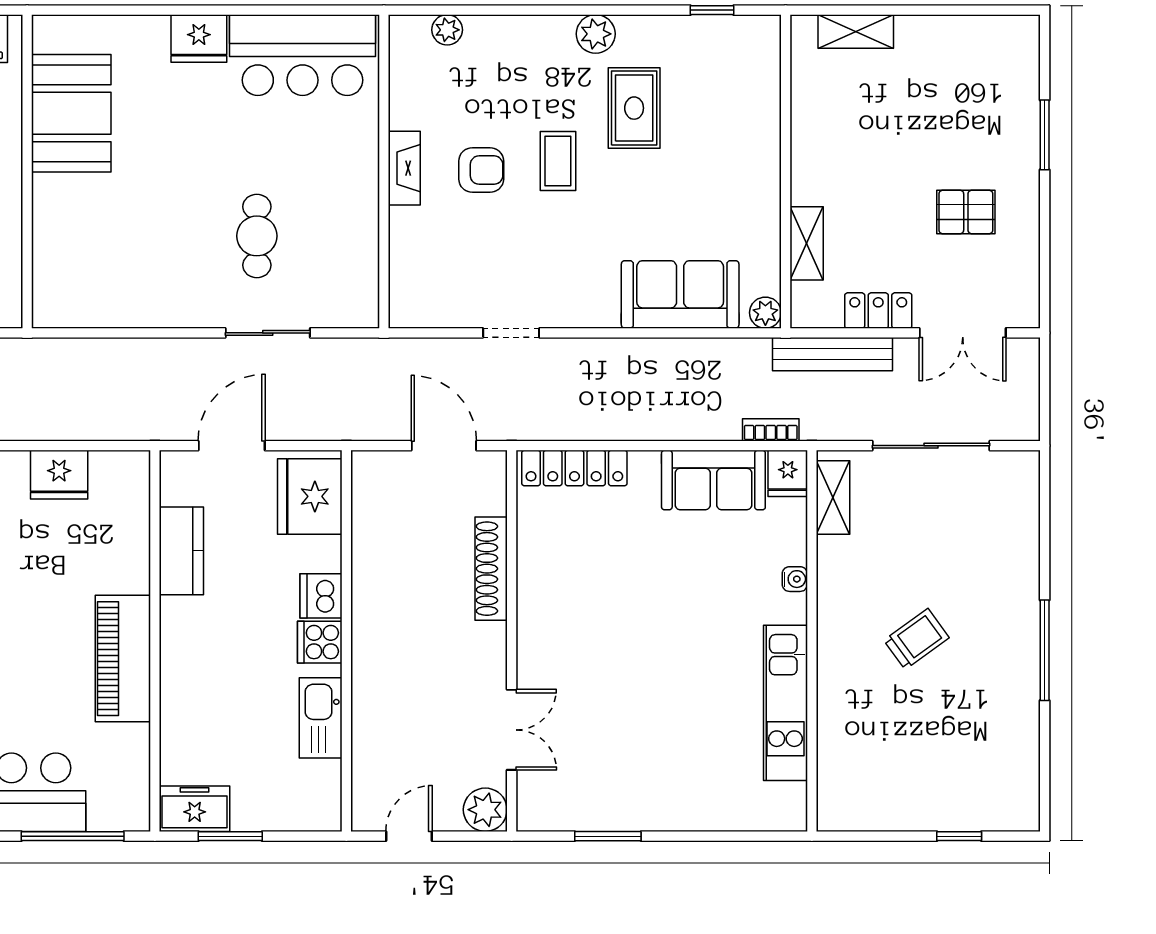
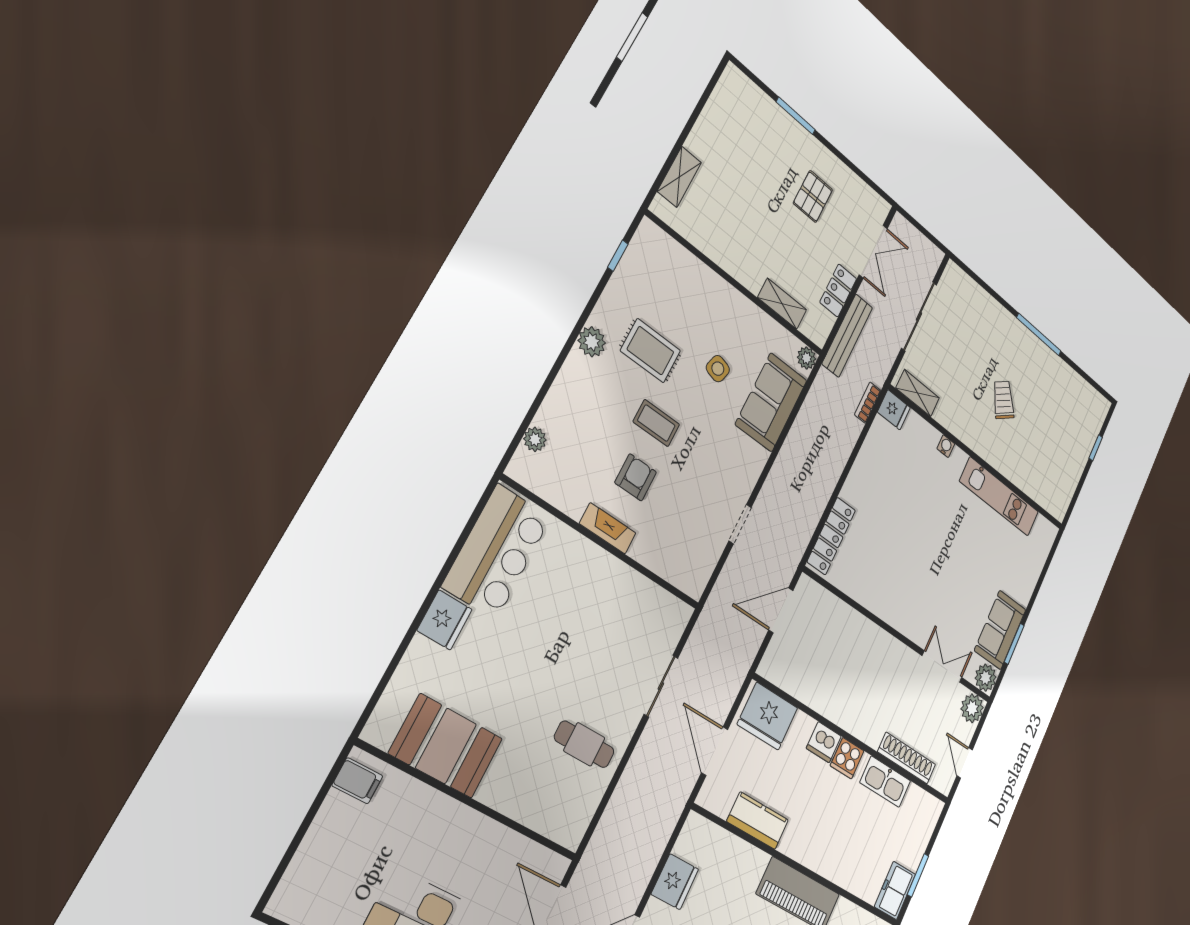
side table: (672, 203) -> (718, 369), added
cafe table: (257, 236) -> (584, 744), moved
sofa: (713, 480) -> (1000, 630), moved, turned 180
shoe rack: (491, 569) -> (907, 758), moved, turned 180
plant: (537, 811) -> (986, 678), added

